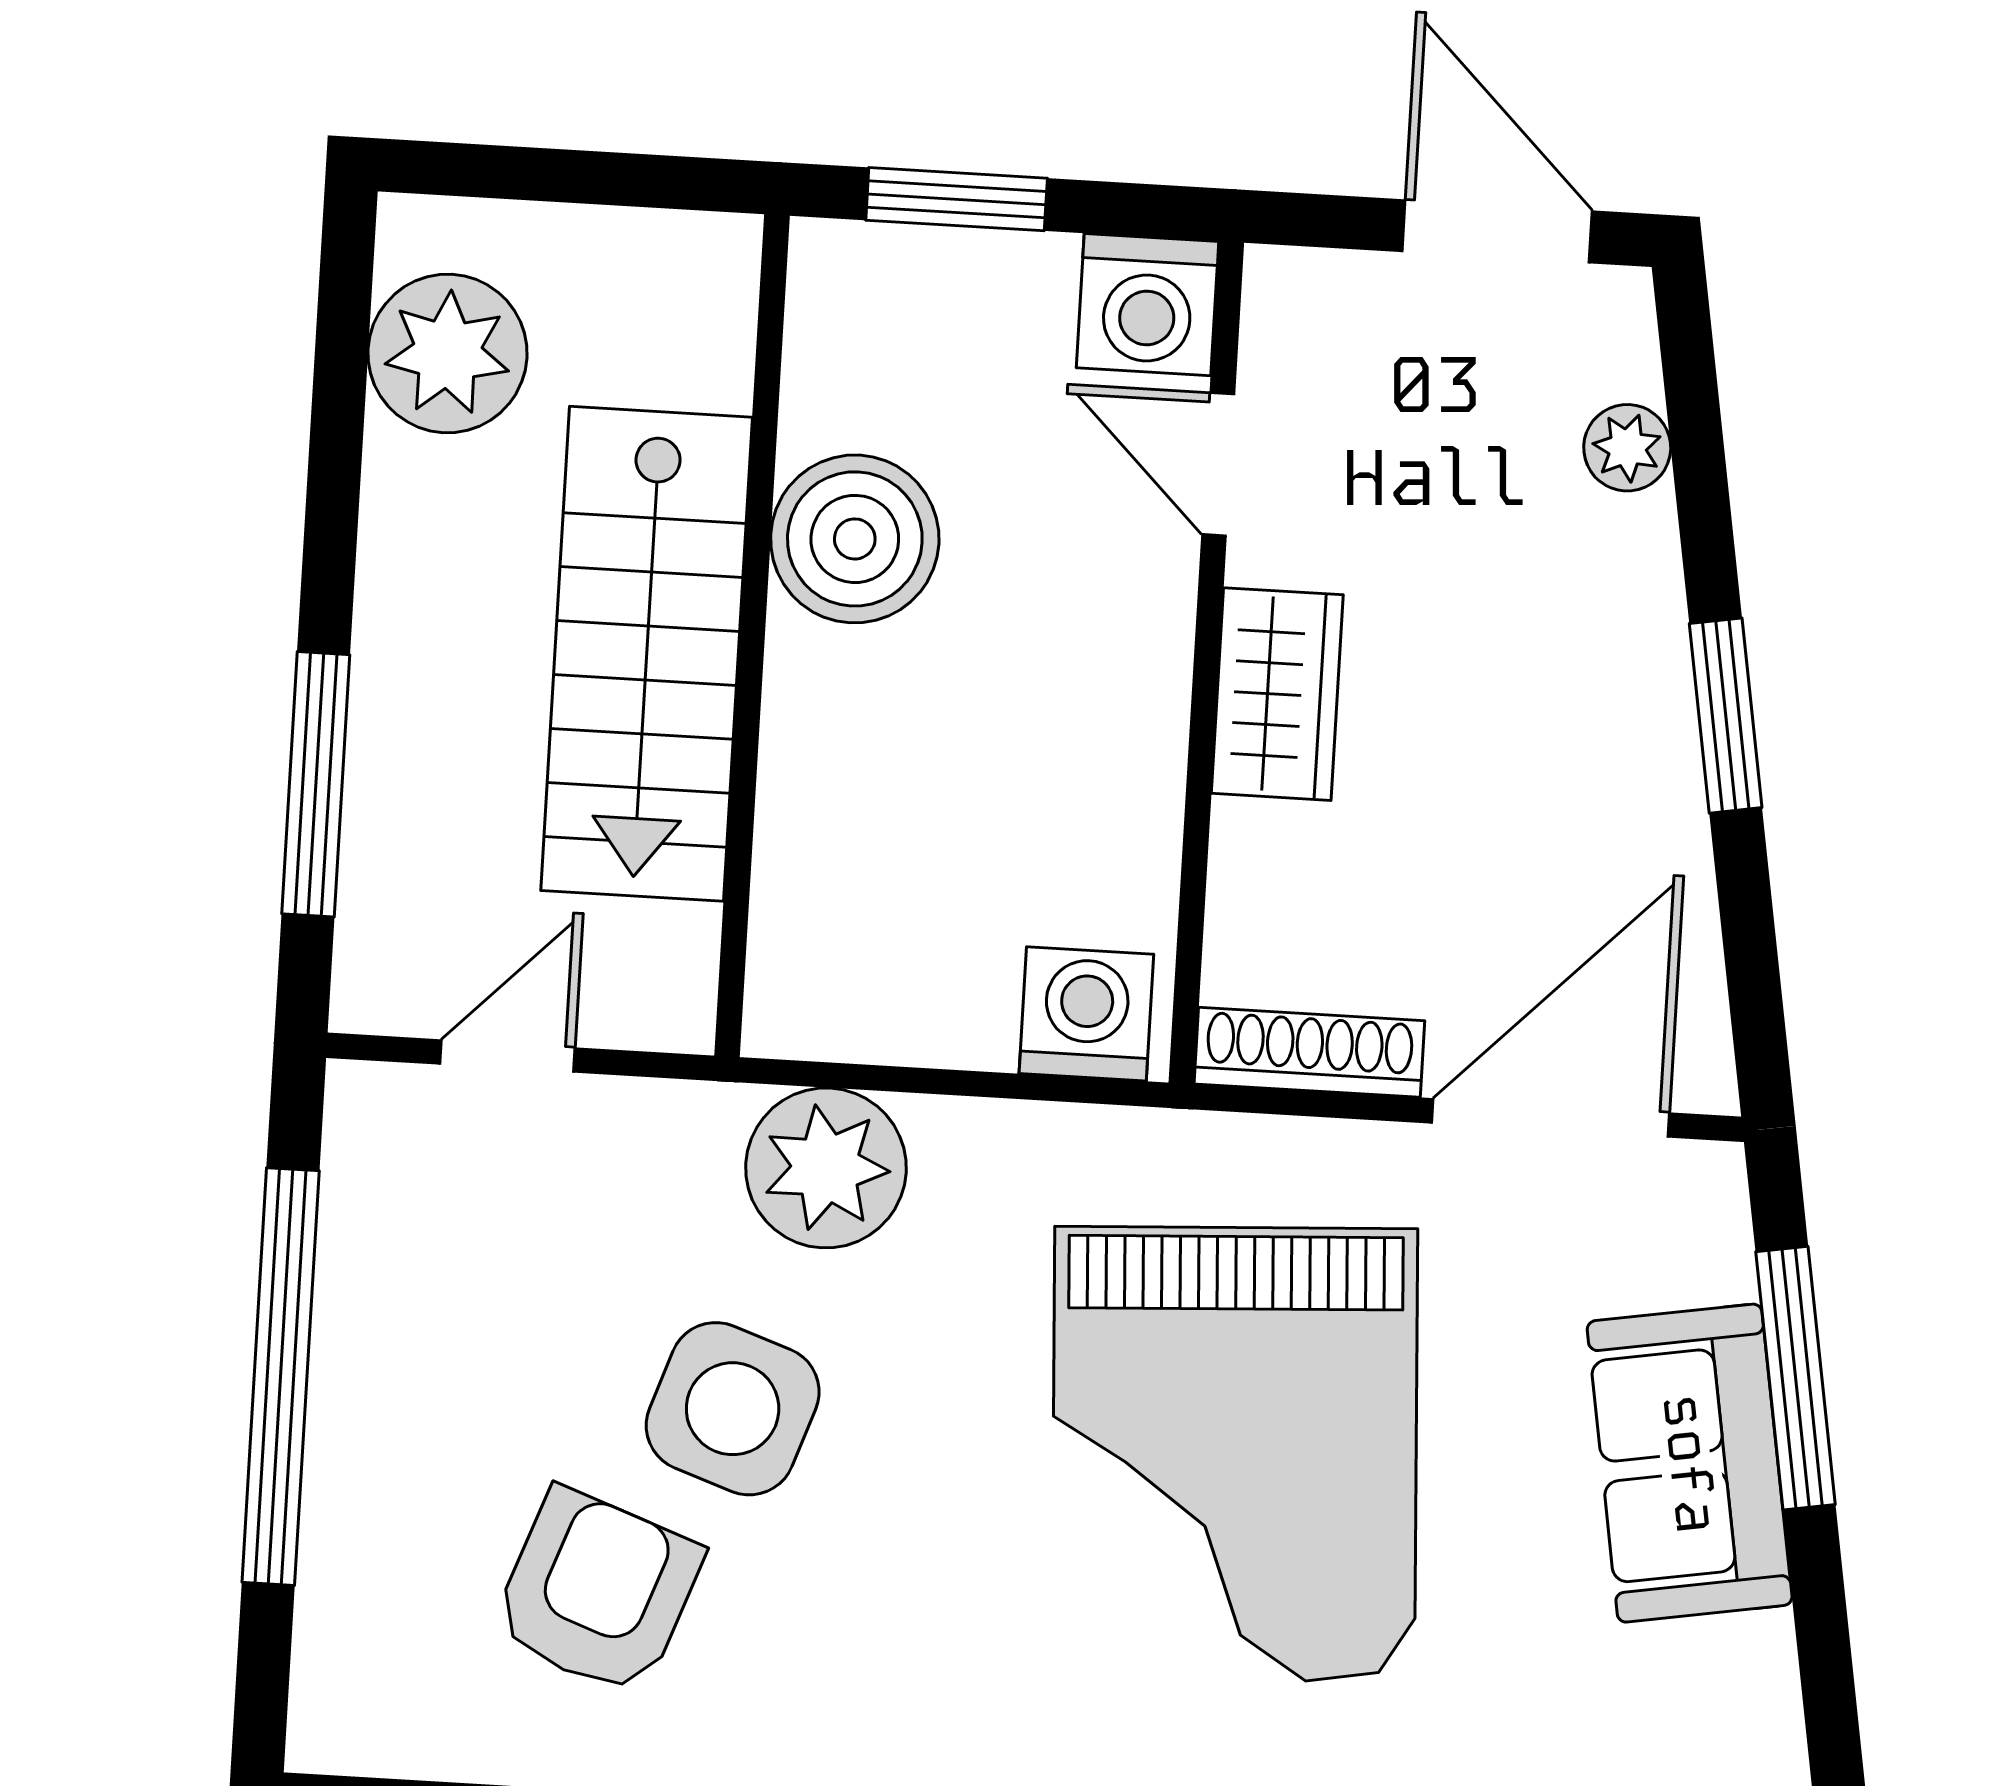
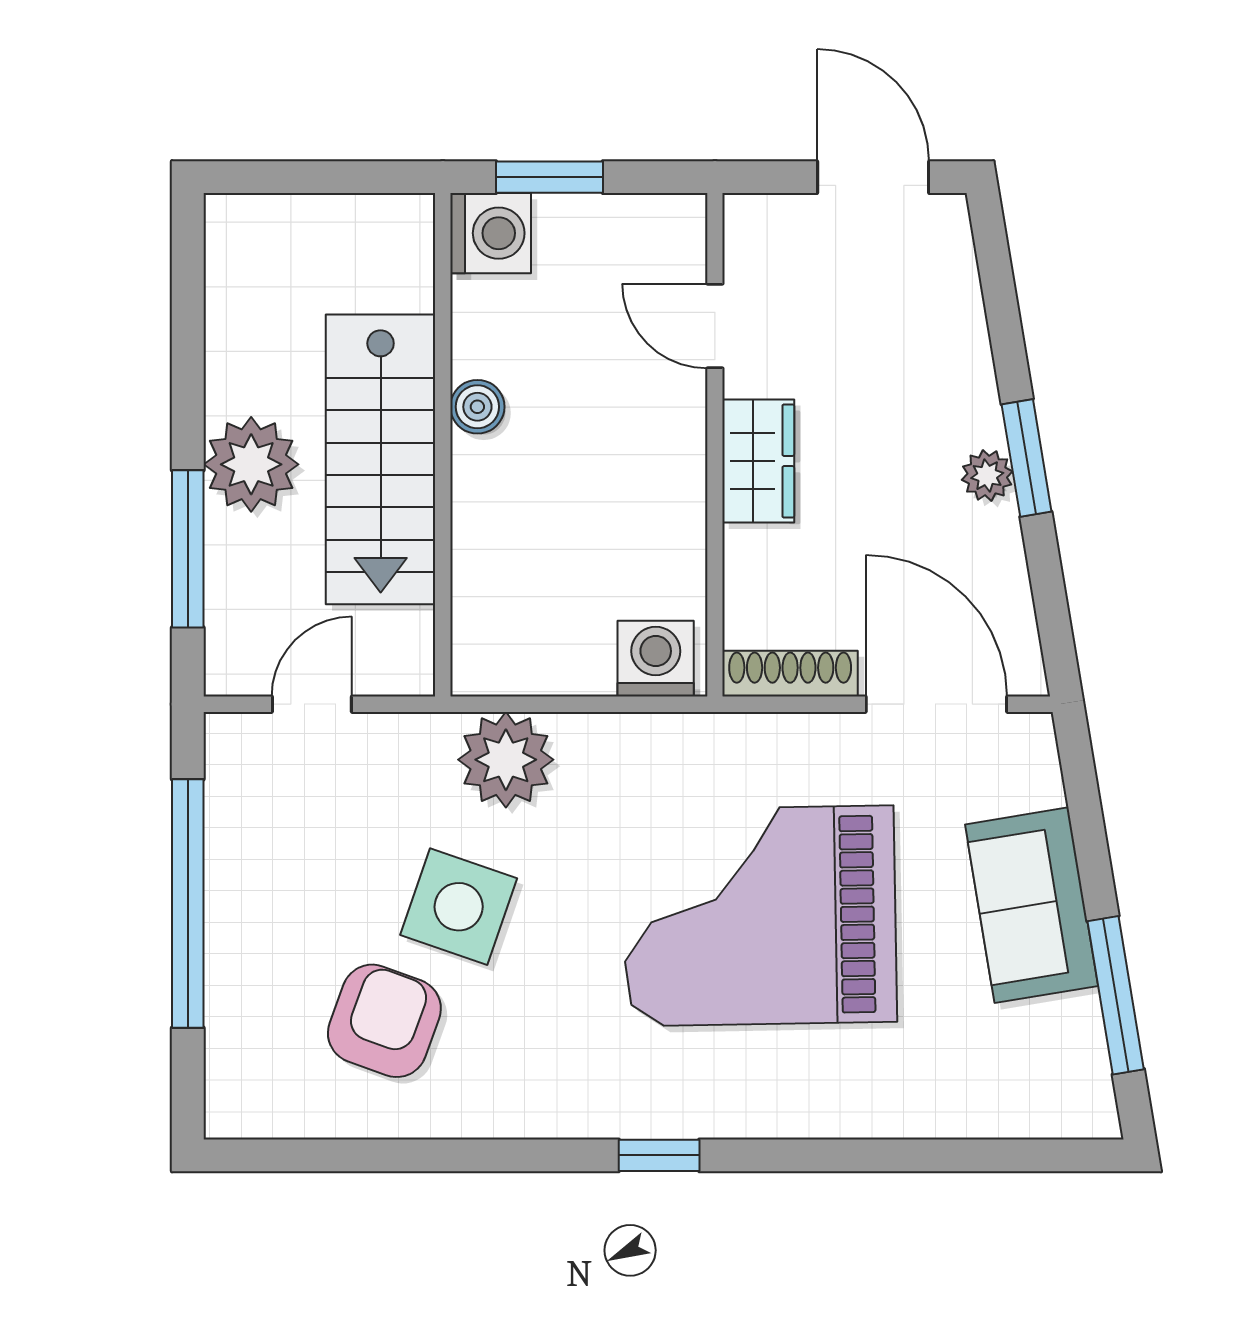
washing machine: (1148, 305) -> (491, 233), moved, turned -90
plant: (447, 353) -> (251, 464), moved
plant: (1627, 448) -> (987, 476), moved
boiler: (855, 539) -> (477, 407), width x0.54, depth x0.54
door: (1551, 1118) -> (936, 704), hinge flipped
window: (1795, 1378) -> (1116, 995), moved
grand piano: (1235, 1454) -> (760, 916), turned 92

